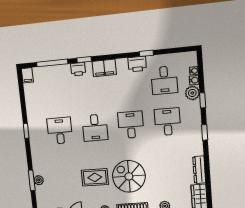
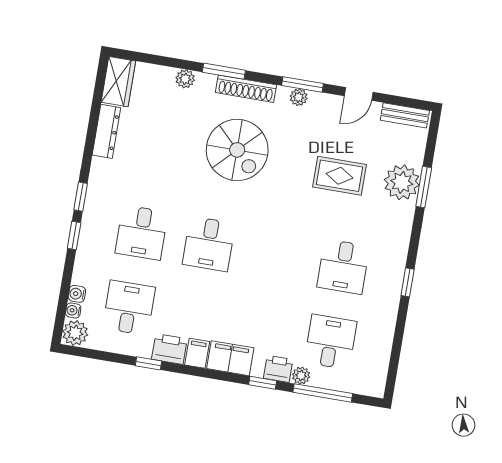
plant: (66, 69) -> (301, 376), added
filing cabinet: (27, 75) -> (197, 353), moved
plant: (192, 93) -> (75, 333), moved
window: (203, 100) -> (74, 236), moved
desk: (95, 128) -> (330, 342), moved
rug: (95, 177) -> (340, 176), moved
plant: (39, 180) -> (402, 182), width x1.88, depth x1.88

